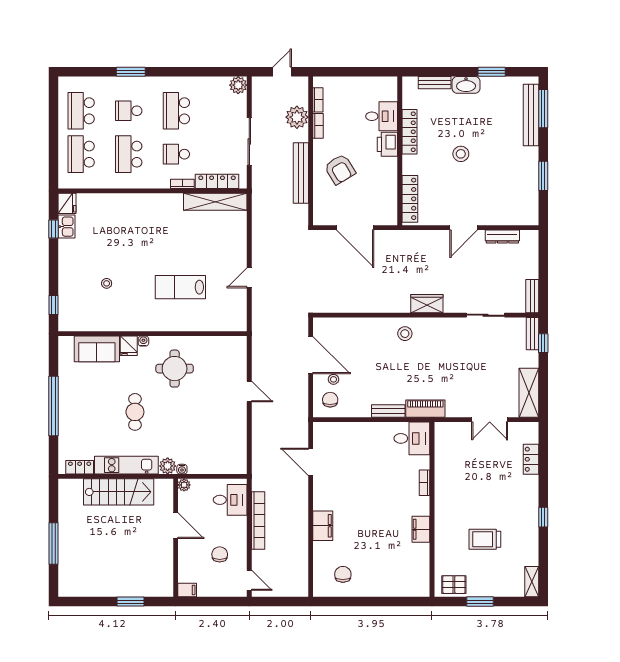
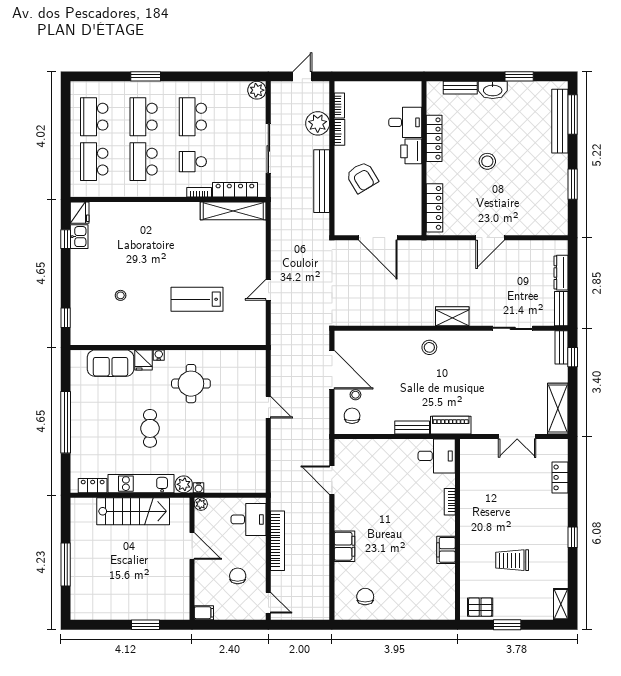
school desk: (129, 111) -> (144, 117), width x1.85
dresser: (502, 237) -> (561, 273), moved, turned 90

